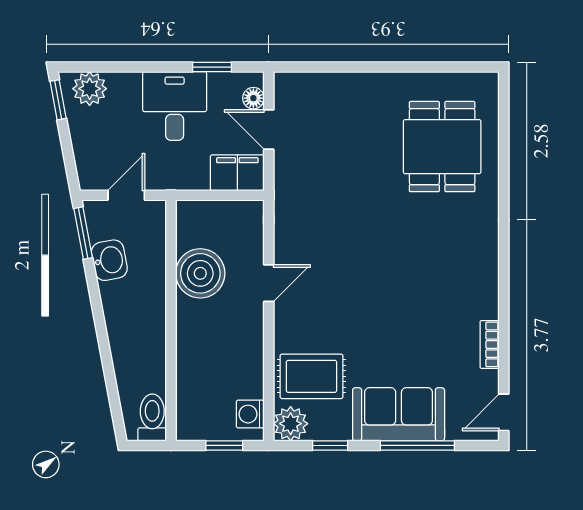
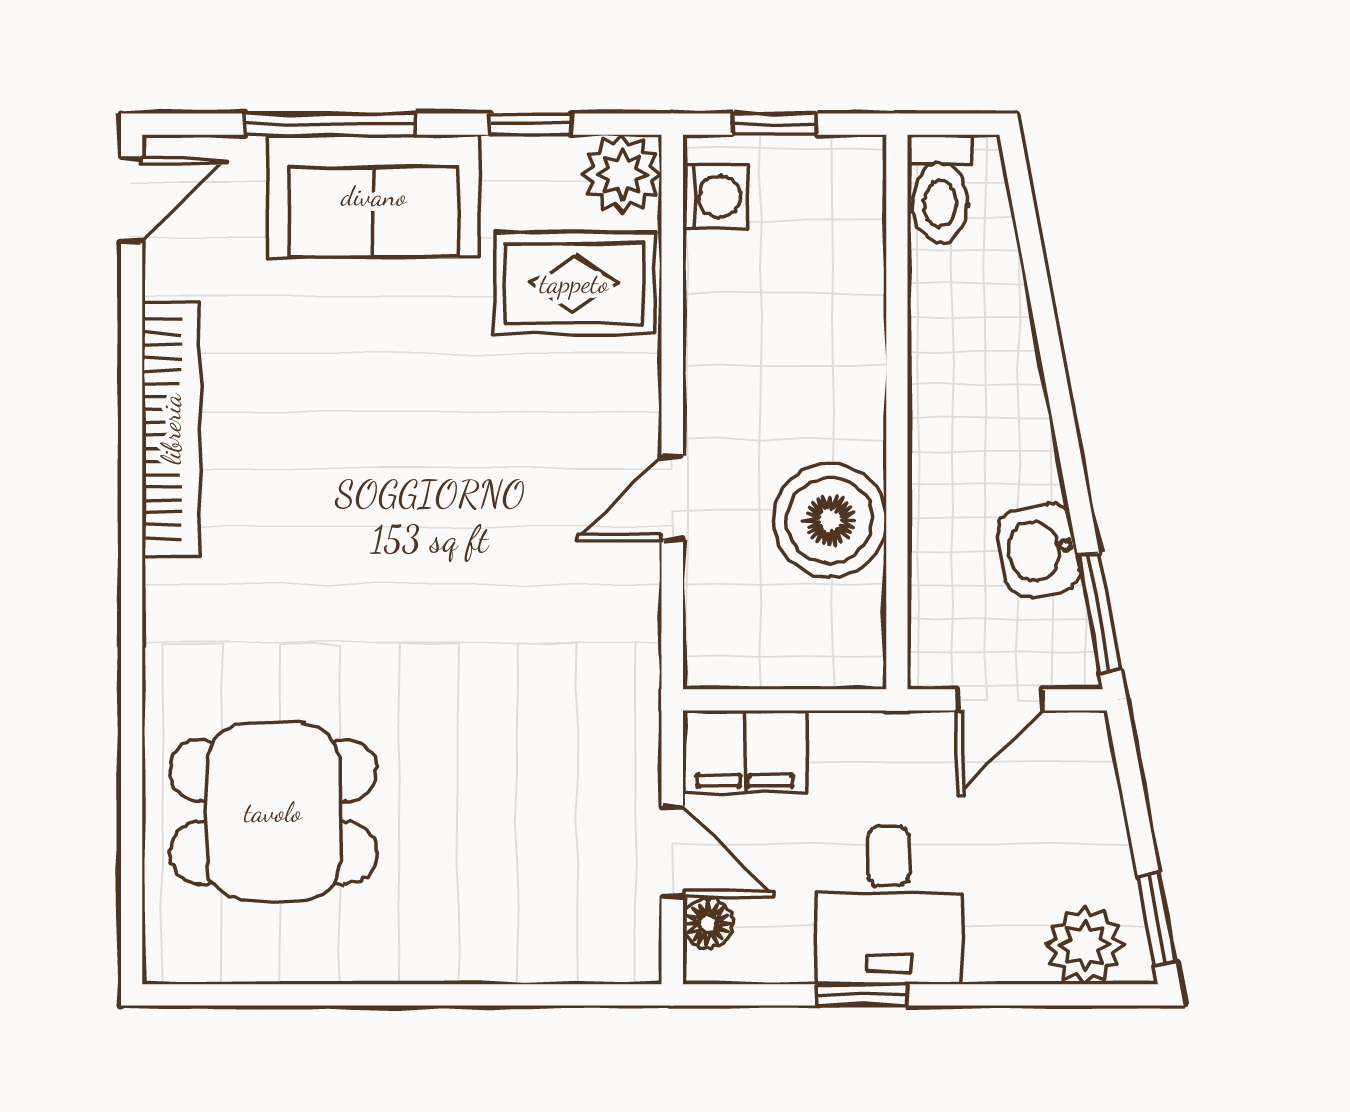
window: (212, 67) -> (862, 995), moved
dining table: (442, 147) -> (273, 812), turned 90
bookcase: (490, 344) -> (171, 429), width x2.31, depth x1.31

